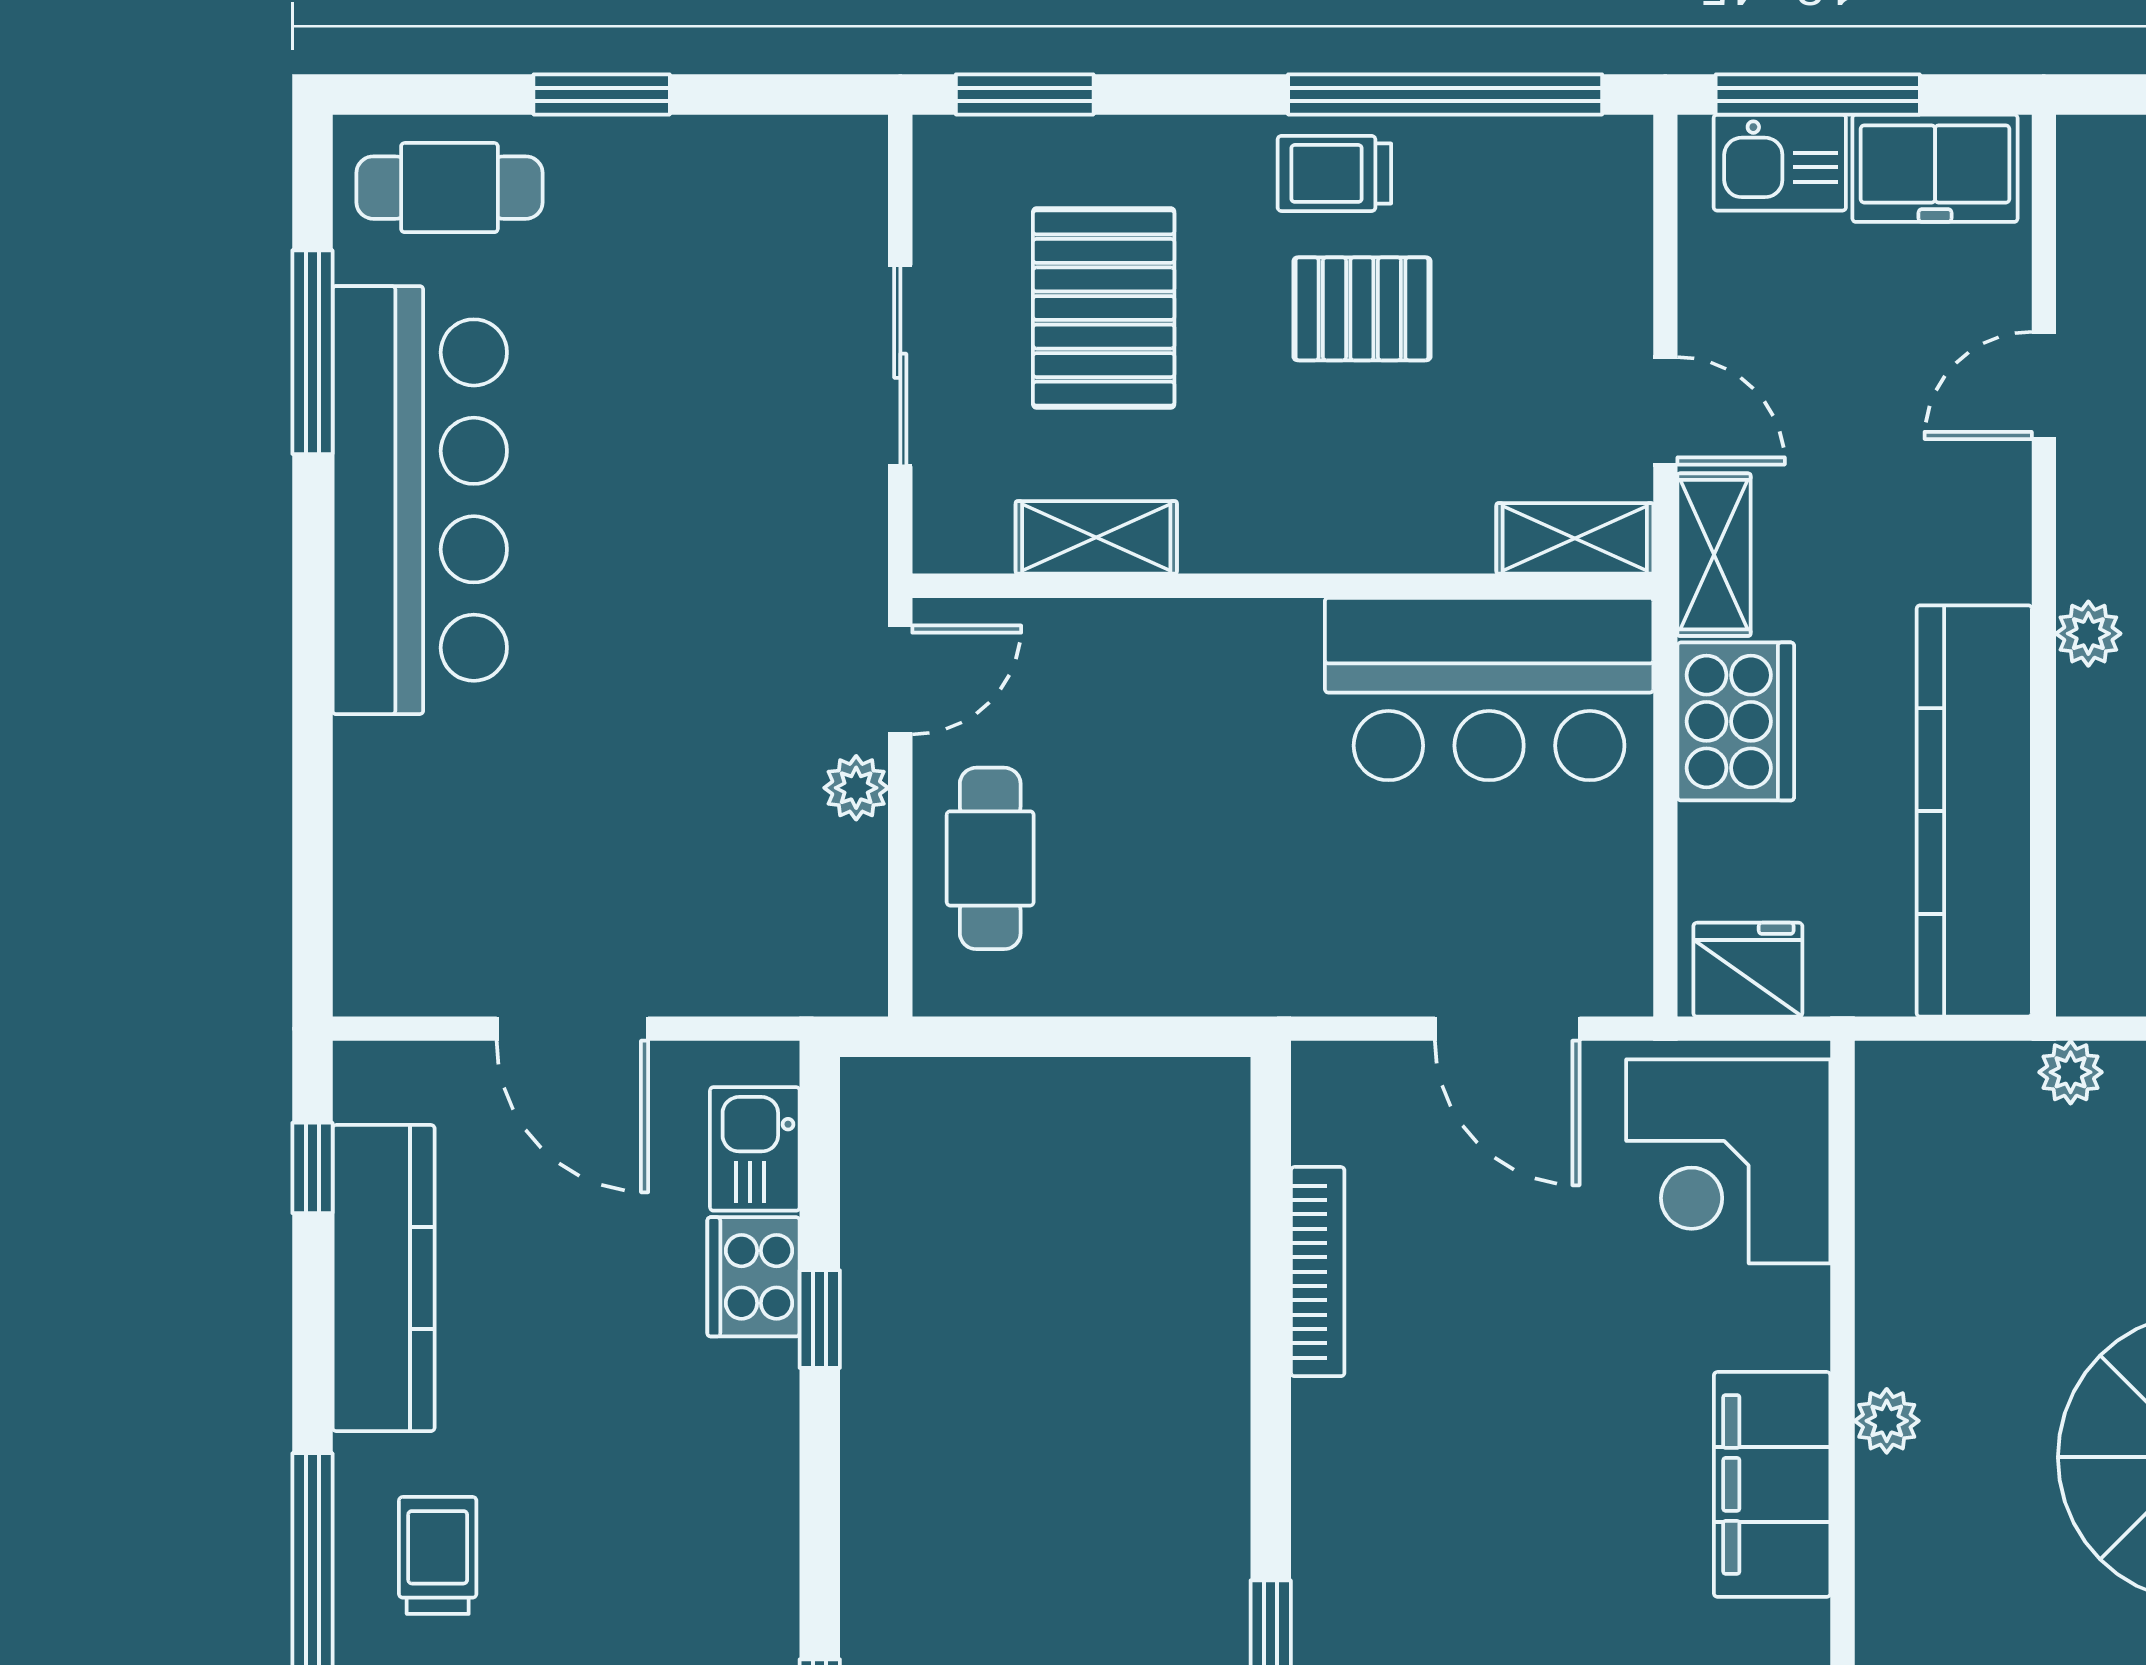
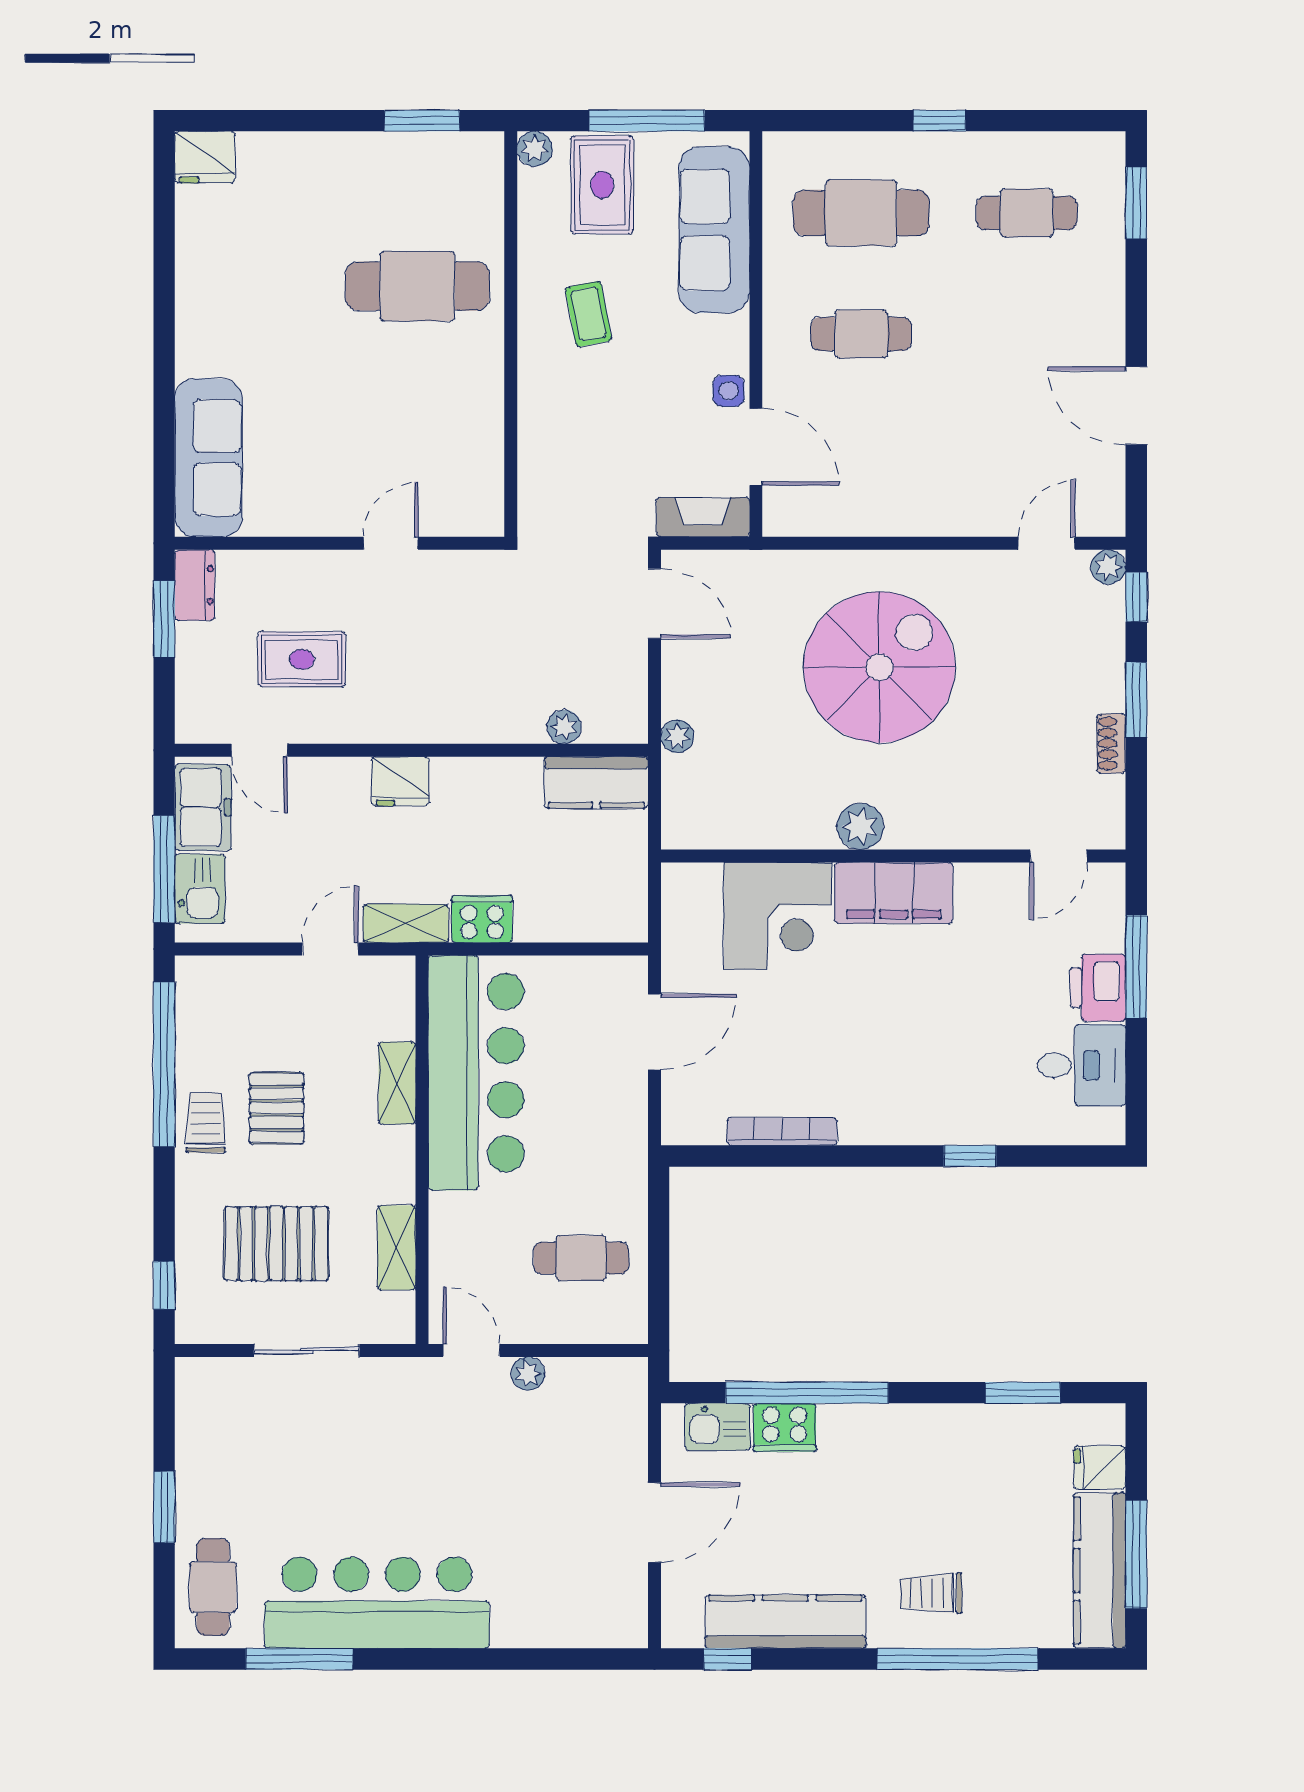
window: (1025, 94) -> (164, 1285), width x0.67
trolley: (1334, 173) -> (206, 1123), turned 180
door: (2044, 385) -> (259, 750), moved
shelving: (1575, 538) -> (397, 1083), moved
plant: (2088, 634) -> (564, 727), moved
bar counter: (1489, 689) -> (476, 1073), width x1.36
cooker: (1736, 721) -> (482, 919), width x0.73, depth x0.76
kitchen counter: (1974, 811) -> (596, 783), width x0.48, depth x0.86
cafe table: (990, 858) -> (581, 1258), moved
fridge: (1748, 970) -> (400, 781), moved, turned -90
corner desk: (1728, 1161) -> (778, 916), moved
window: (820, 1319) -> (807, 1393), width x3.17
plant: (1887, 1421) -> (860, 826), width x1.38, depth x1.38

